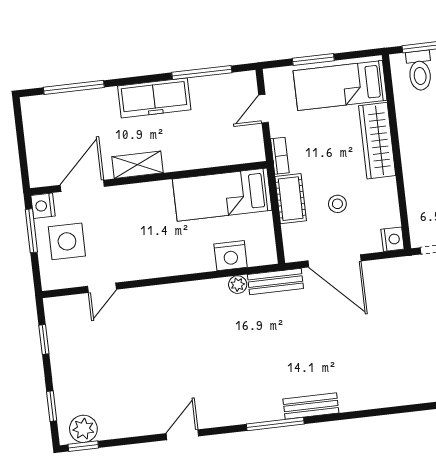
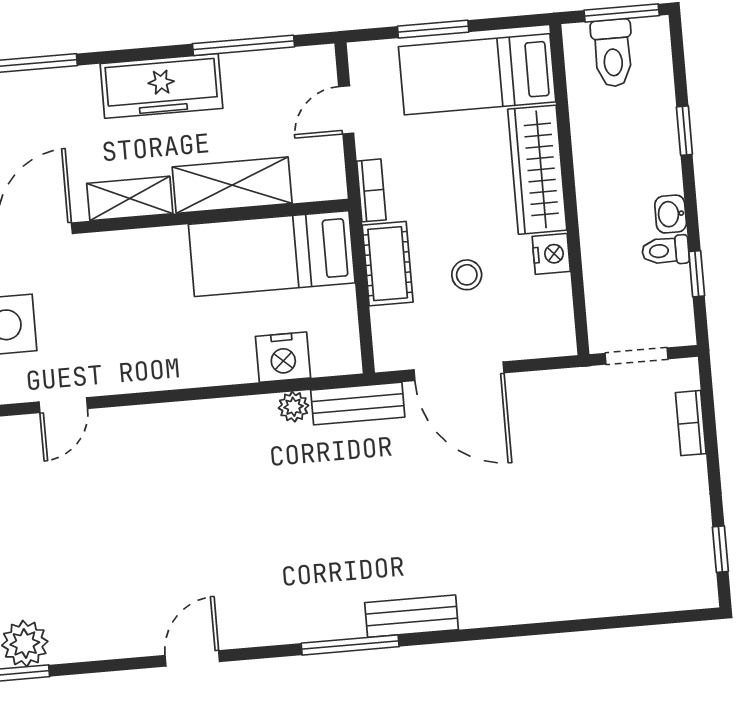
shelving: (198, 155) -> (232, 185), added
nightstand: (393, 239) -> (551, 254), moved

